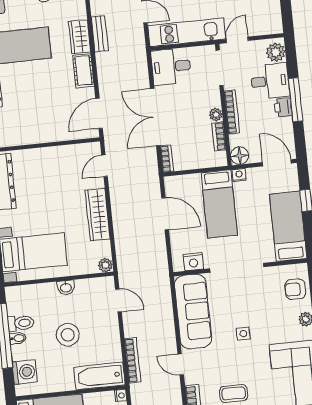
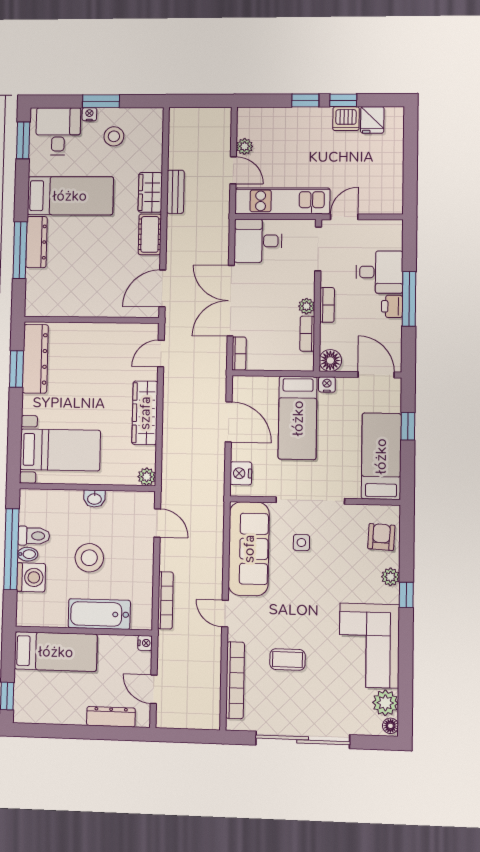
plant: (276, 52) -> (391, 237), removed
bookcase: (232, 112) -> (327, 305), width x0.64
nightstand: (193, 262) -> (241, 473), moved, turned 90
armchair: (295, 289) -> (381, 537), turned 93
side table: (243, 334) -> (301, 543), moved
washing machine: (25, 372) -> (31, 577), moved
bathtub: (99, 376) -> (99, 614), moved

